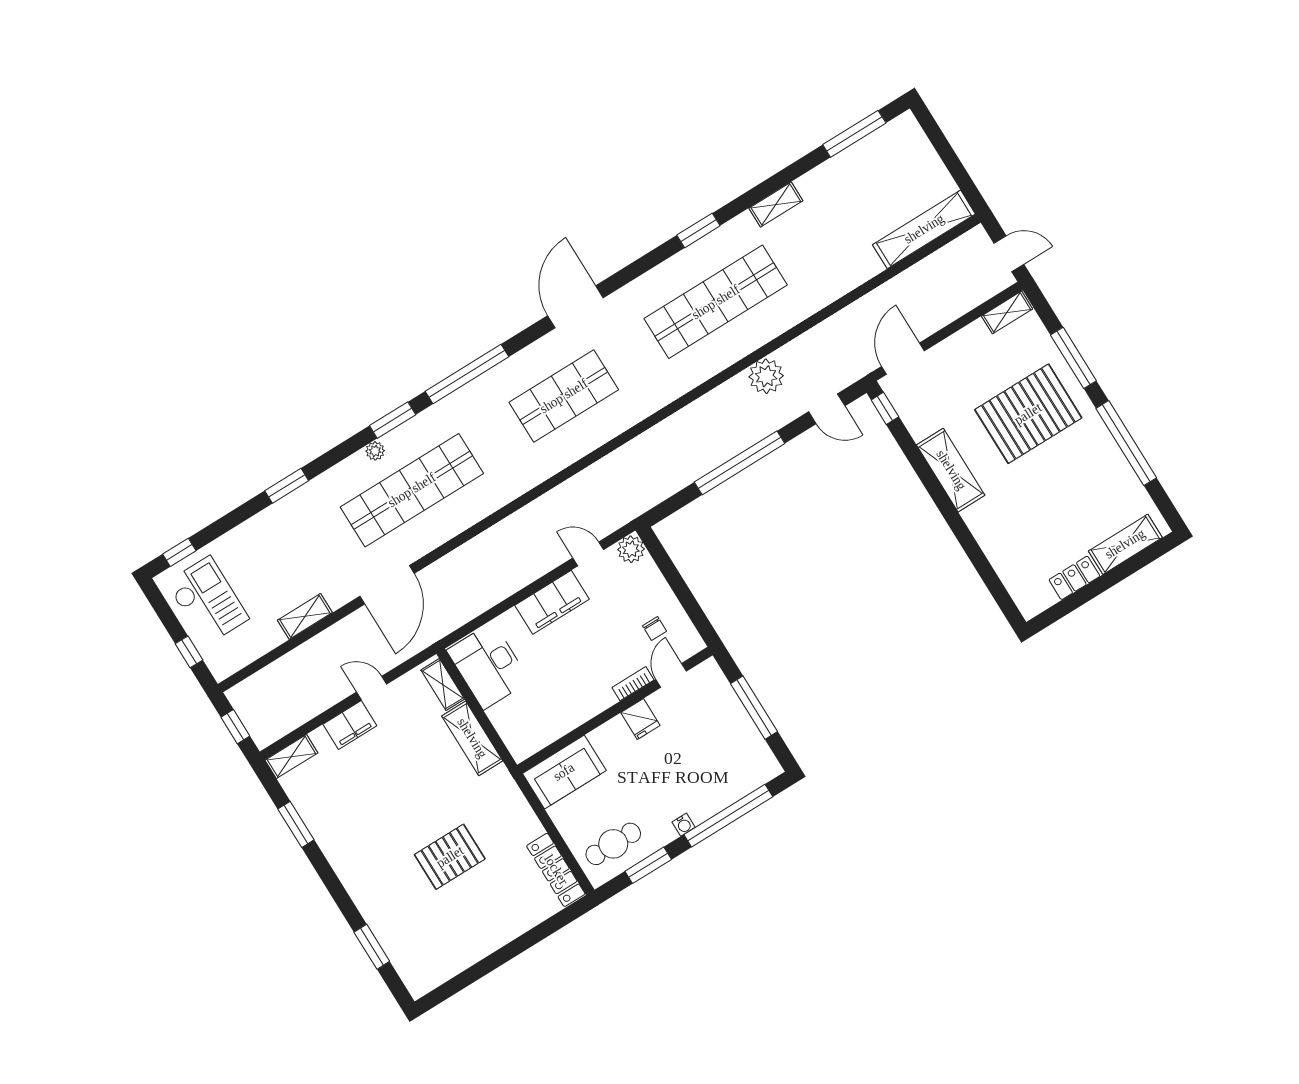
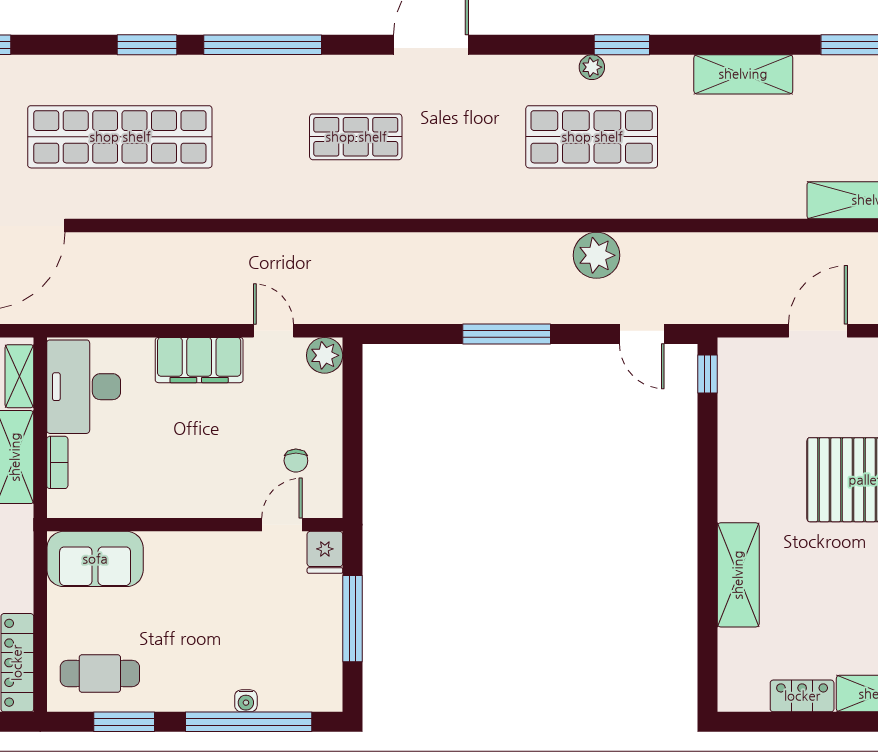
shelving: (776, 204) -> (743, 74), width x1.50, depth x1.33
shop shelf: (716, 302) -> (592, 137), width x0.71
door: (903, 359) -> (818, 331), moved
shop shelf: (564, 396) -> (356, 137), width x0.70, depth x0.74
plant: (375, 451) -> (592, 67), moved
window: (740, 463) -> (507, 334), width x0.68
shelving: (951, 470) -> (738, 575), moved
bookcase: (633, 684) -> (57, 462), moved, turned 90
fridge: (640, 719) -> (325, 552), moved
water cooler: (684, 825) -> (246, 701), moved

